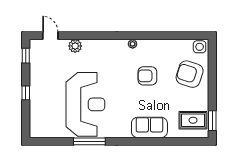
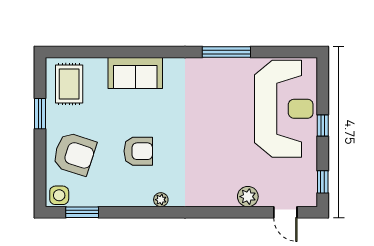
window: (184, 36) -> (82, 212), added
reception desk: (85, 104) -> (284, 109), moved, turned 180
rug: (193, 120) -> (69, 84), turned 90
window: (212, 121) -> (40, 114), moved

